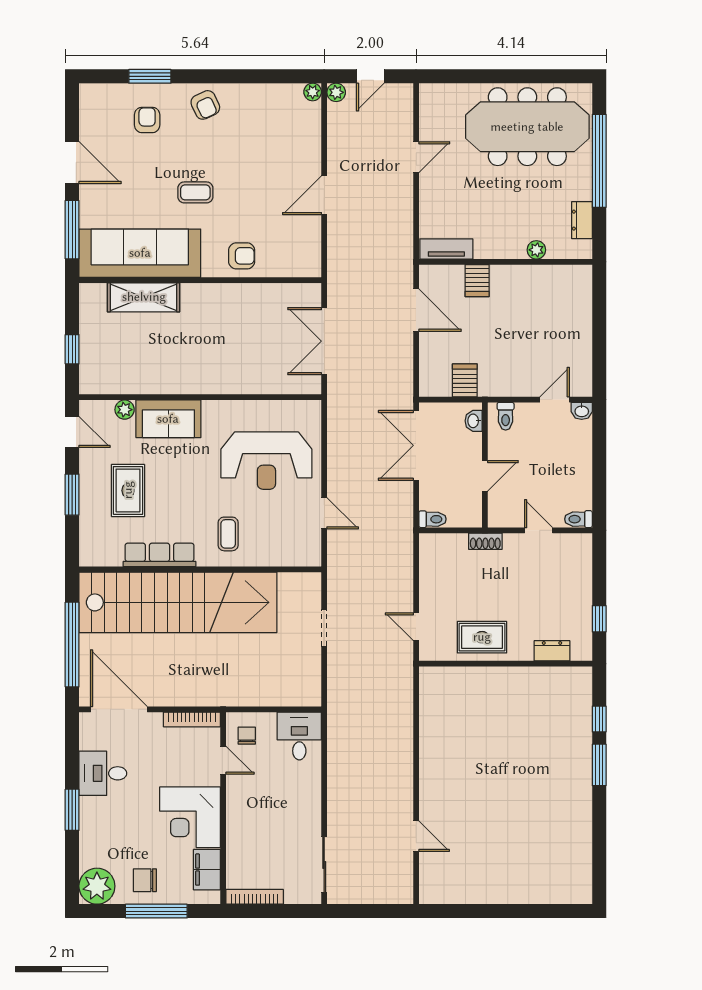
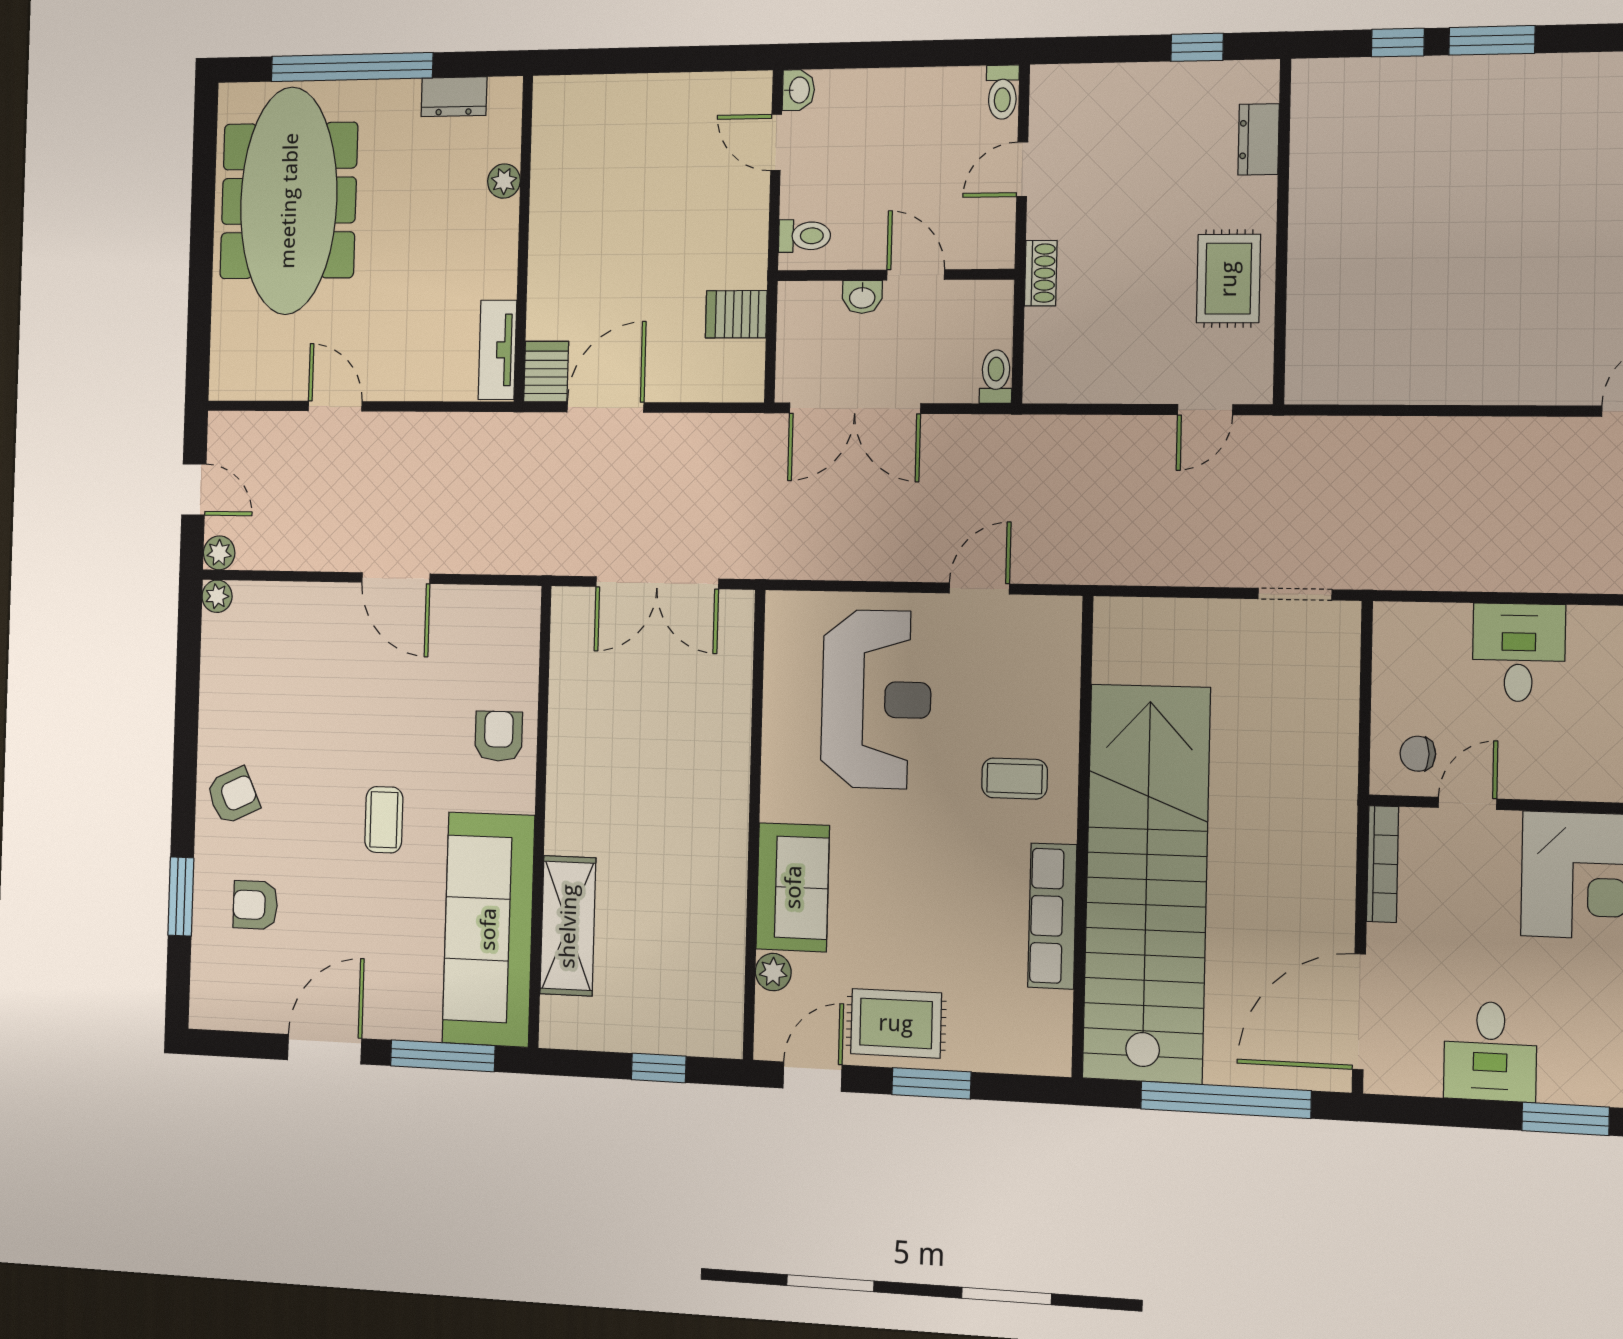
server rack: (477, 281) -> (546, 372), moved, turned -90
washbasin: (474, 421) -> (862, 297), moved
rug: (128, 490) -> (896, 1023), moved
doorway: (324, 628) -> (1295, 594), moved
desk: (299, 736) -> (1519, 653), moved, turned 90

